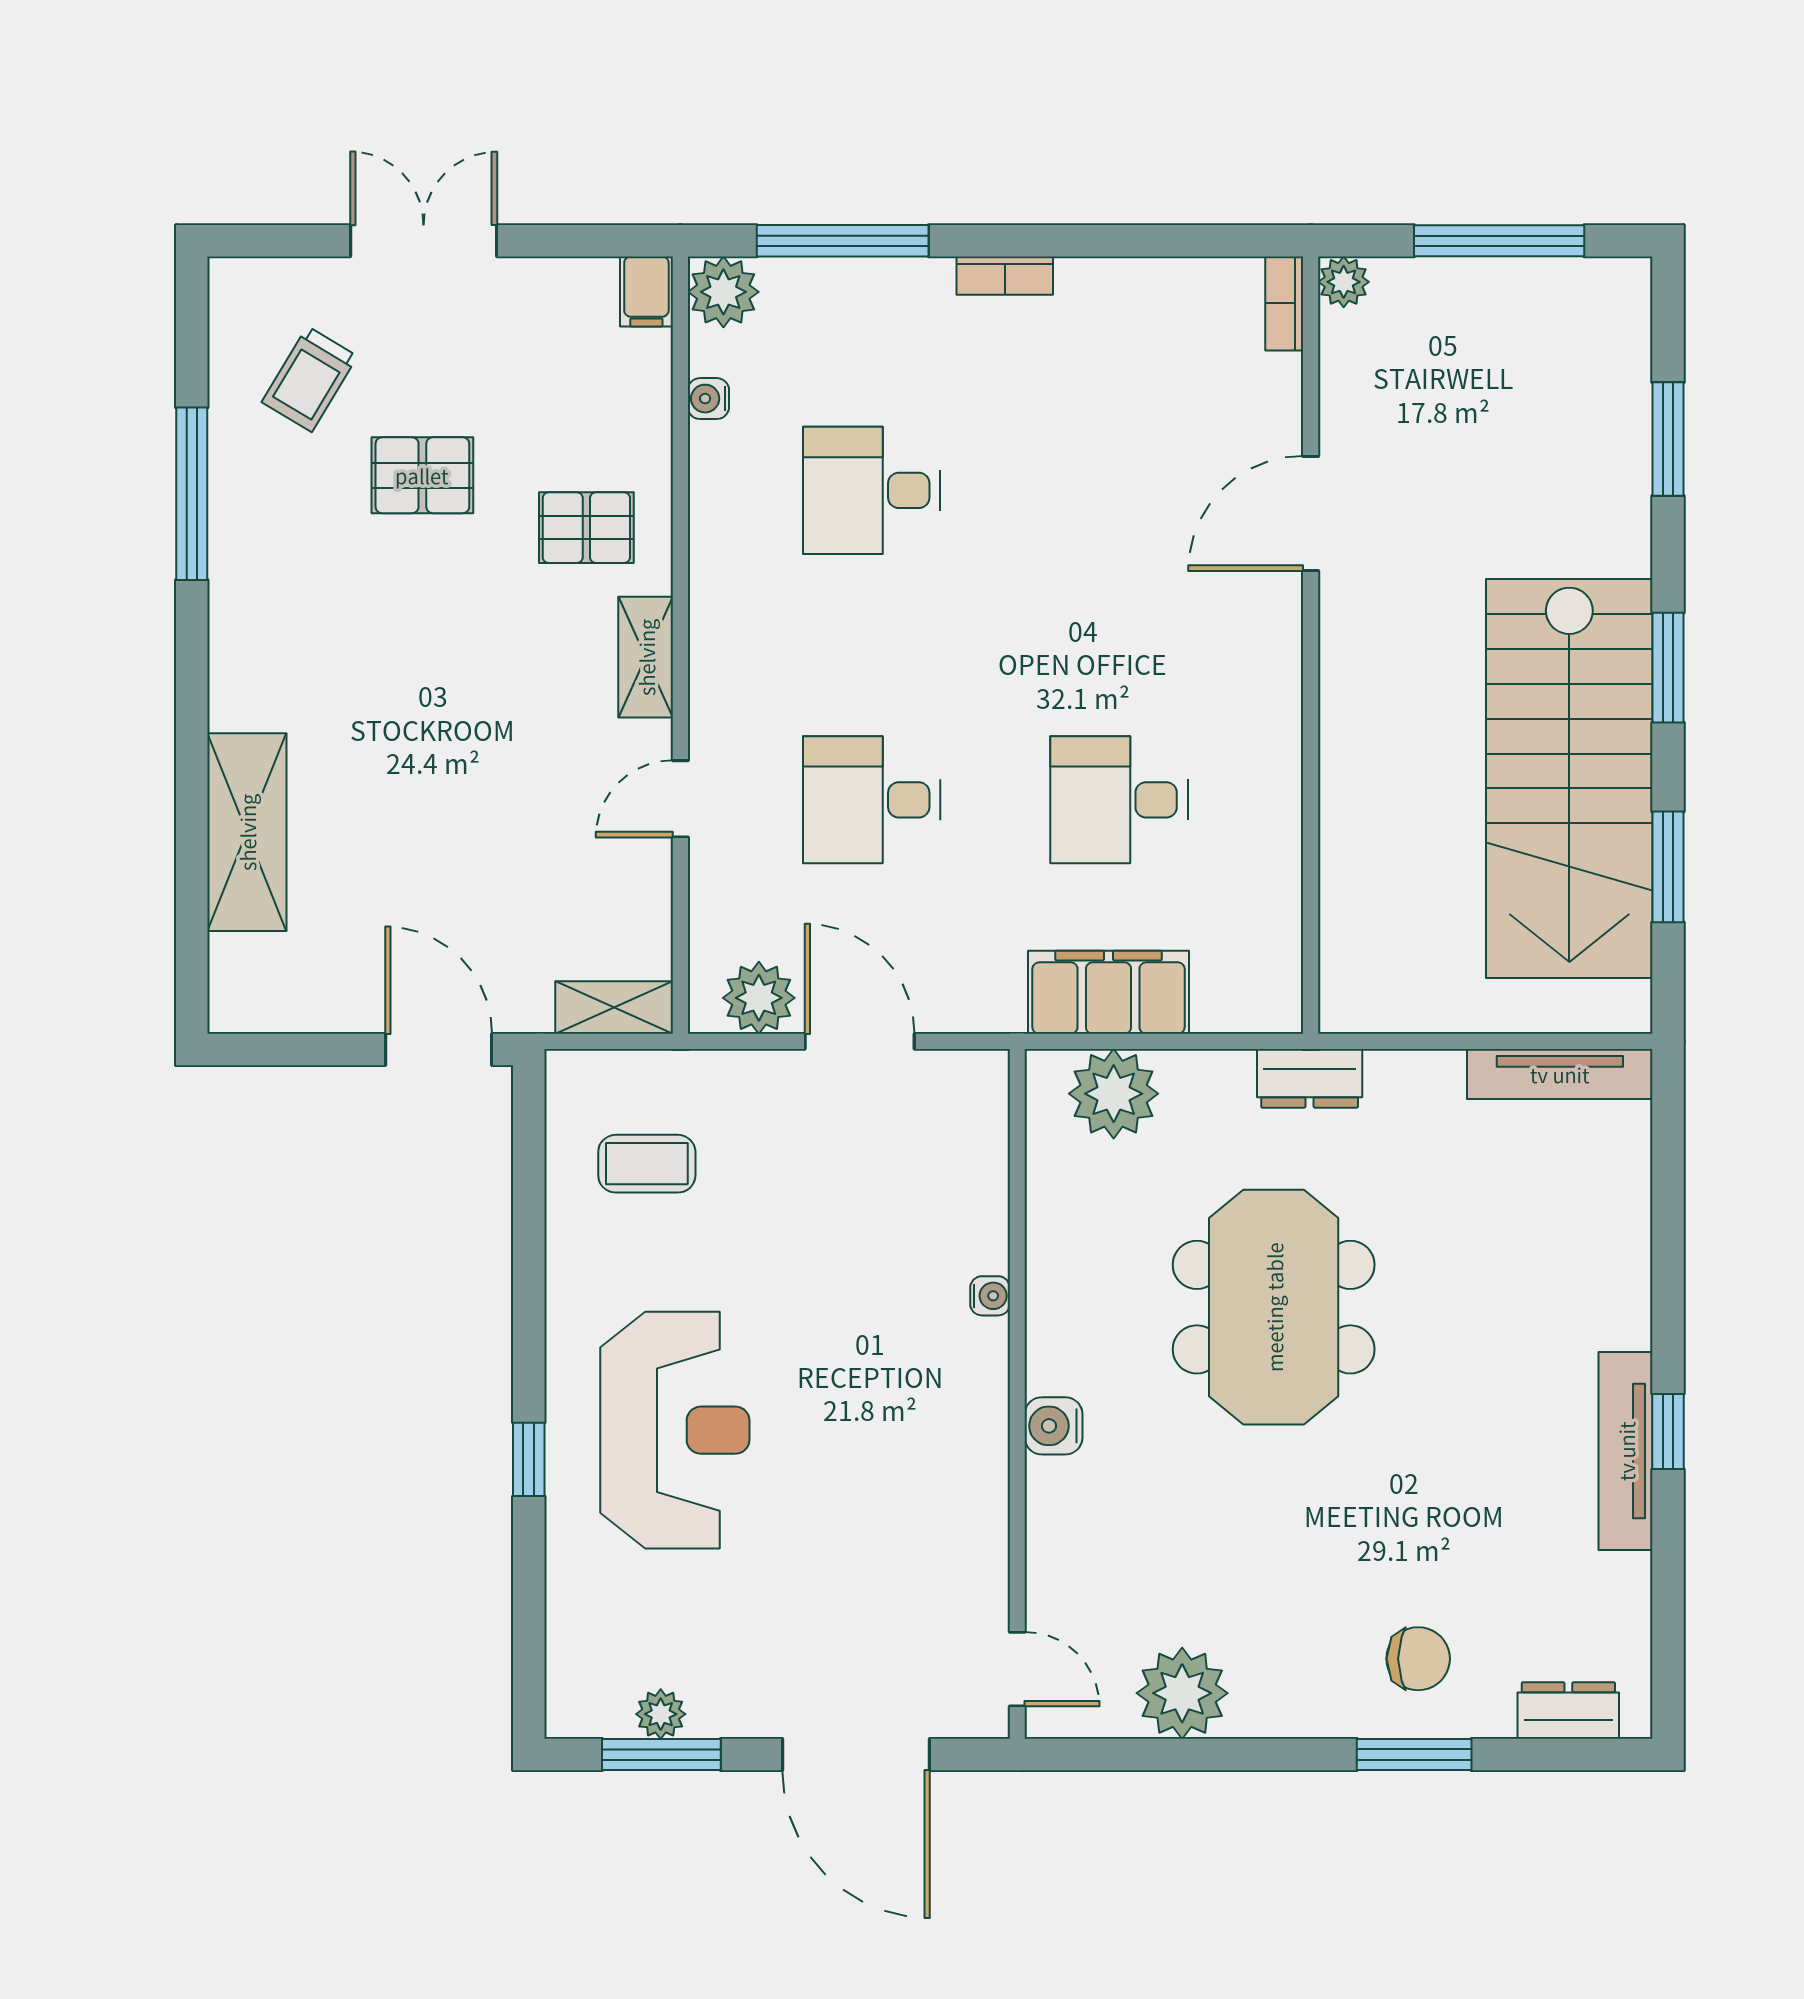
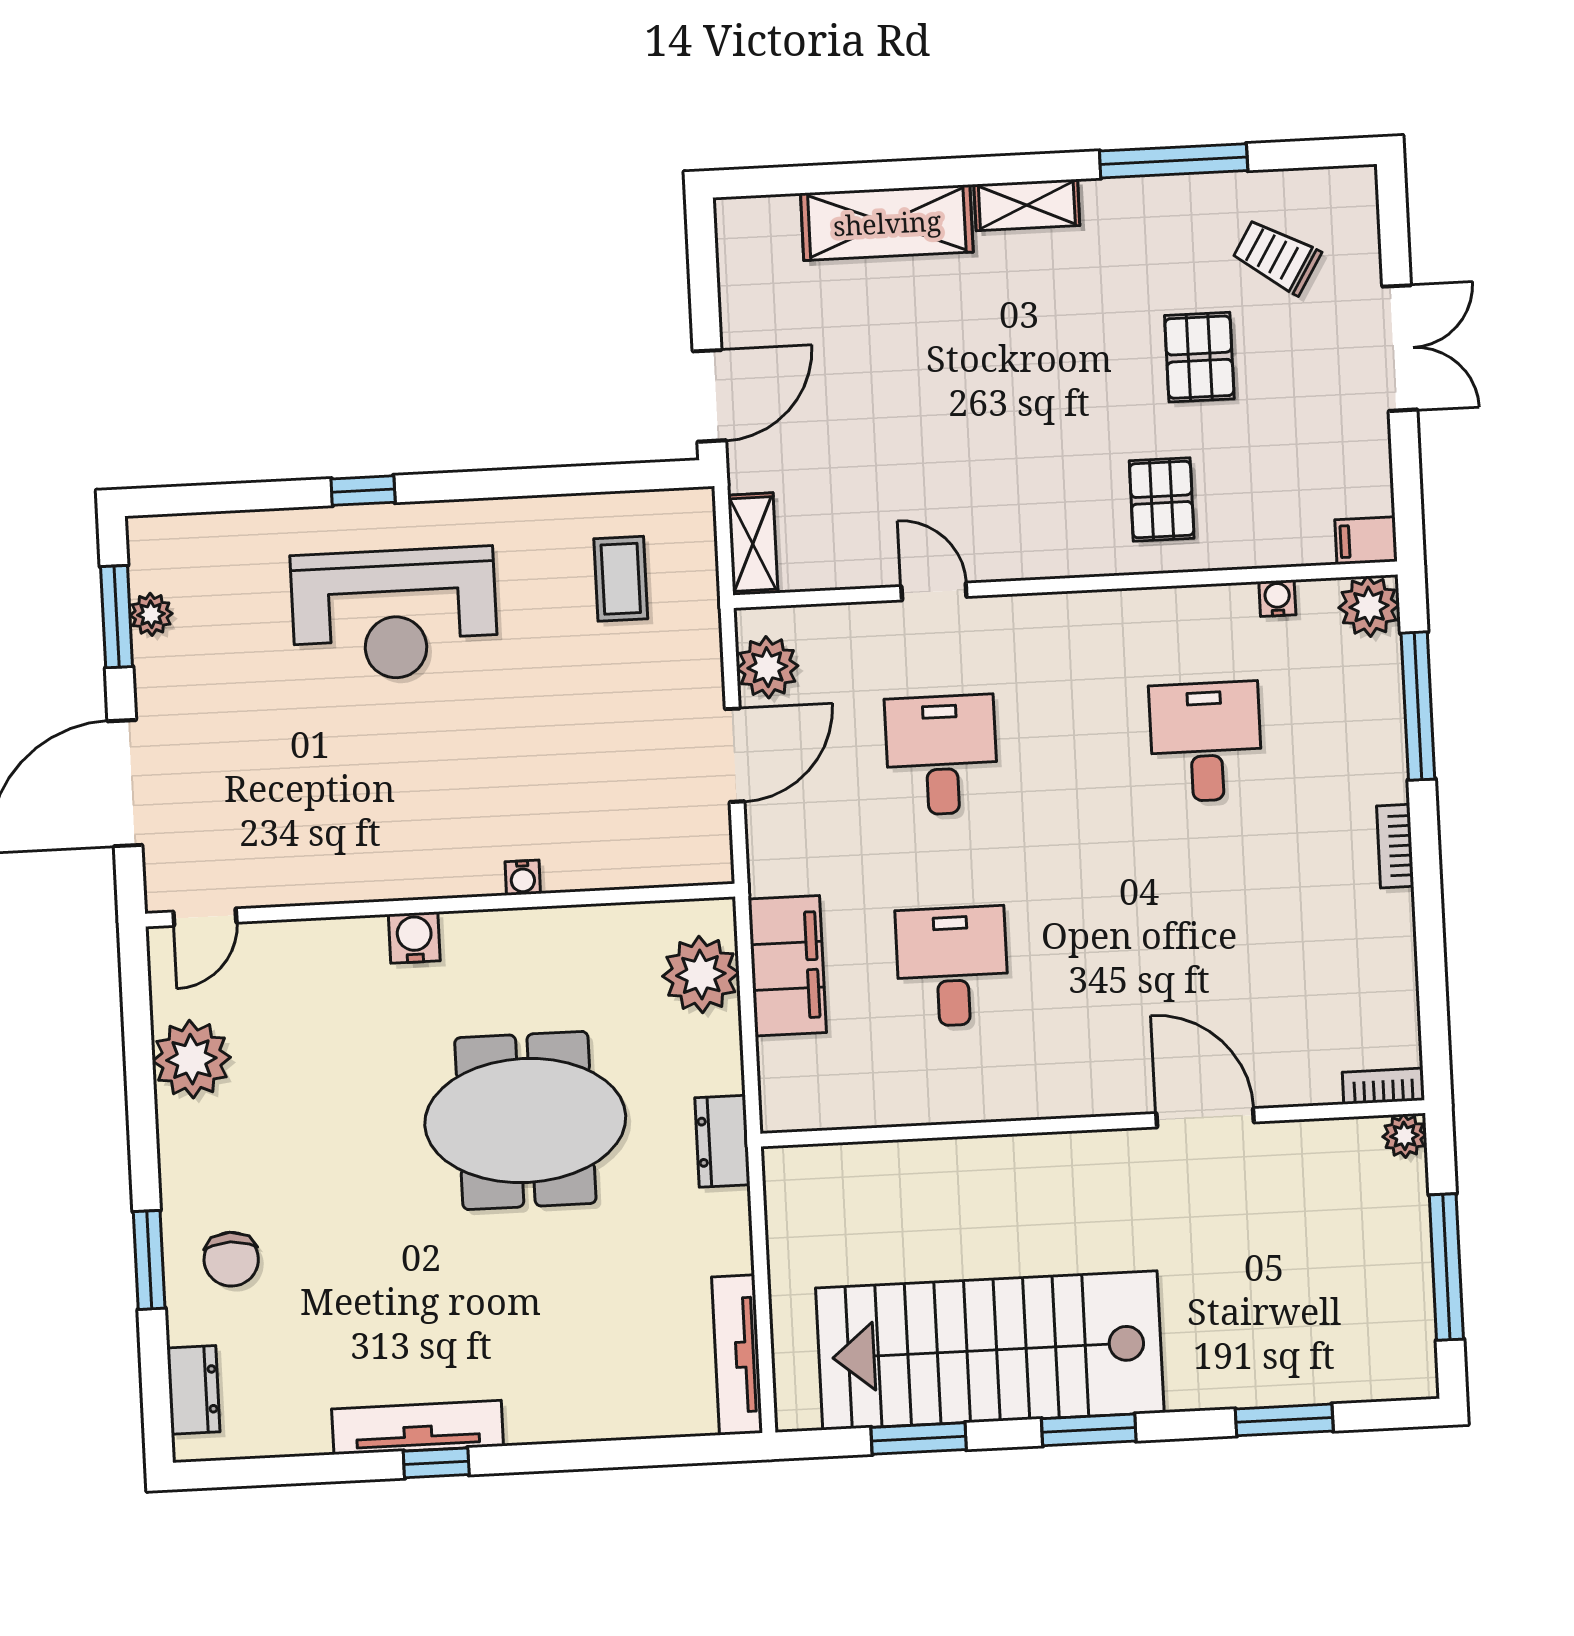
shelving: (646, 657) -> (1027, 205), moved

